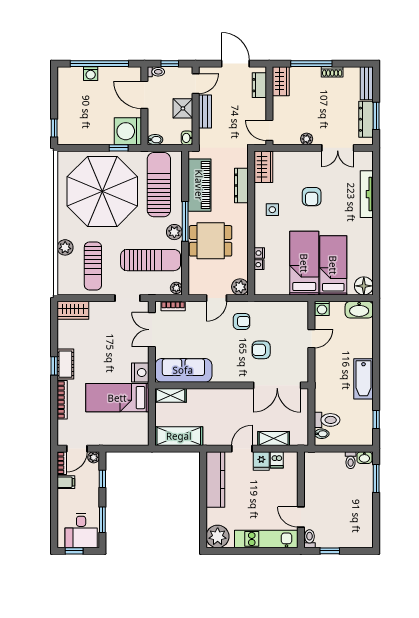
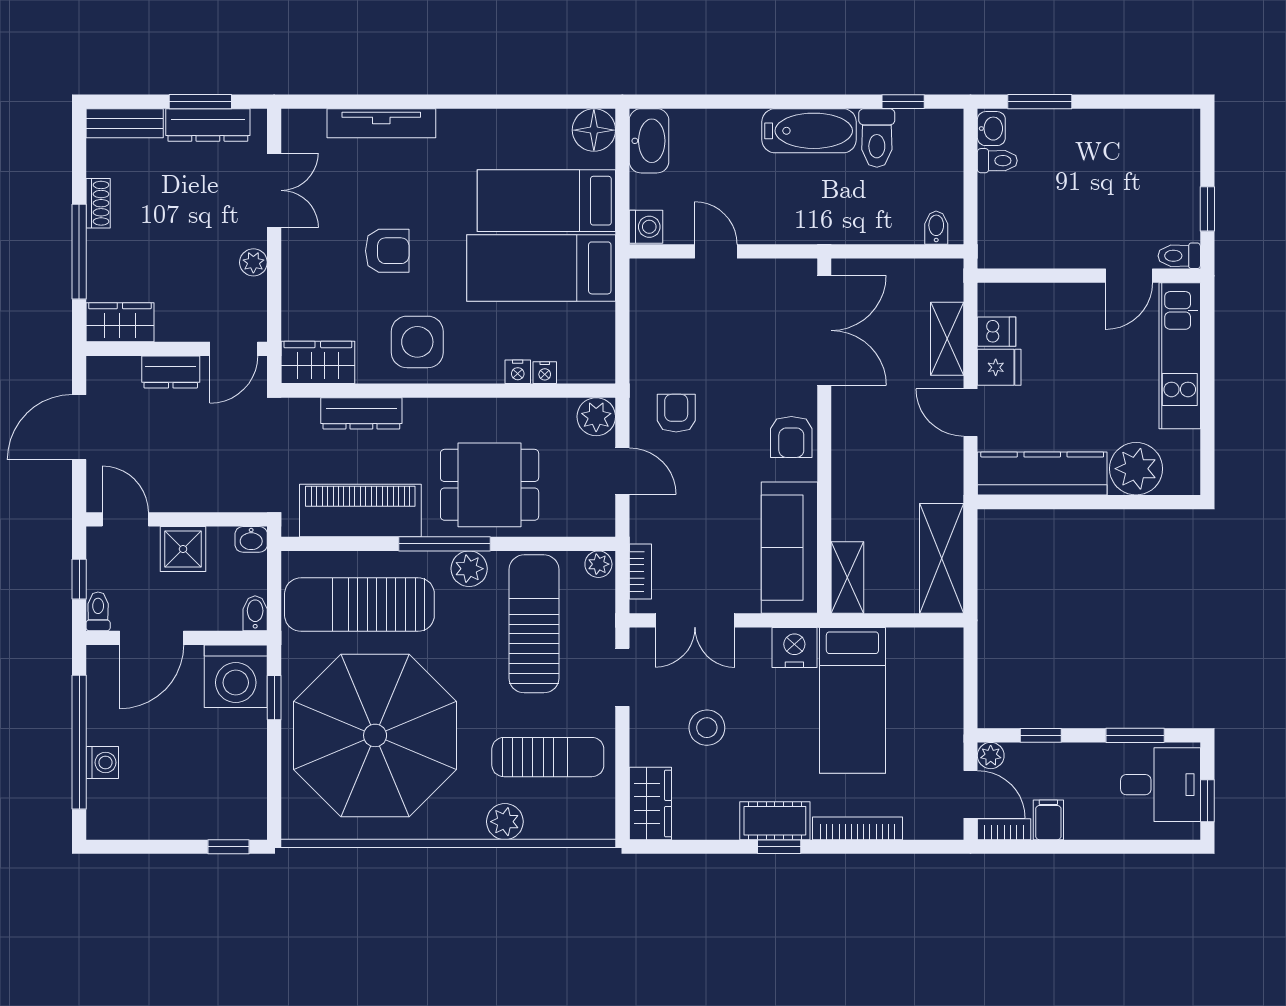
dresser: (259, 85) -> (171, 372), moved
bench: (205, 111) -> (190, 498), removed
side table: (272, 210) -> (417, 342), width x1.87, depth x1.87
dining table: (211, 241) -> (490, 485), turned 90
stool: (106, 335) -> (707, 728), added
armchair: (261, 350) -> (791, 437), moved
toilet: (327, 420) -> (877, 138), moved, turned 180
plant: (218, 536) -> (1136, 469), moved

